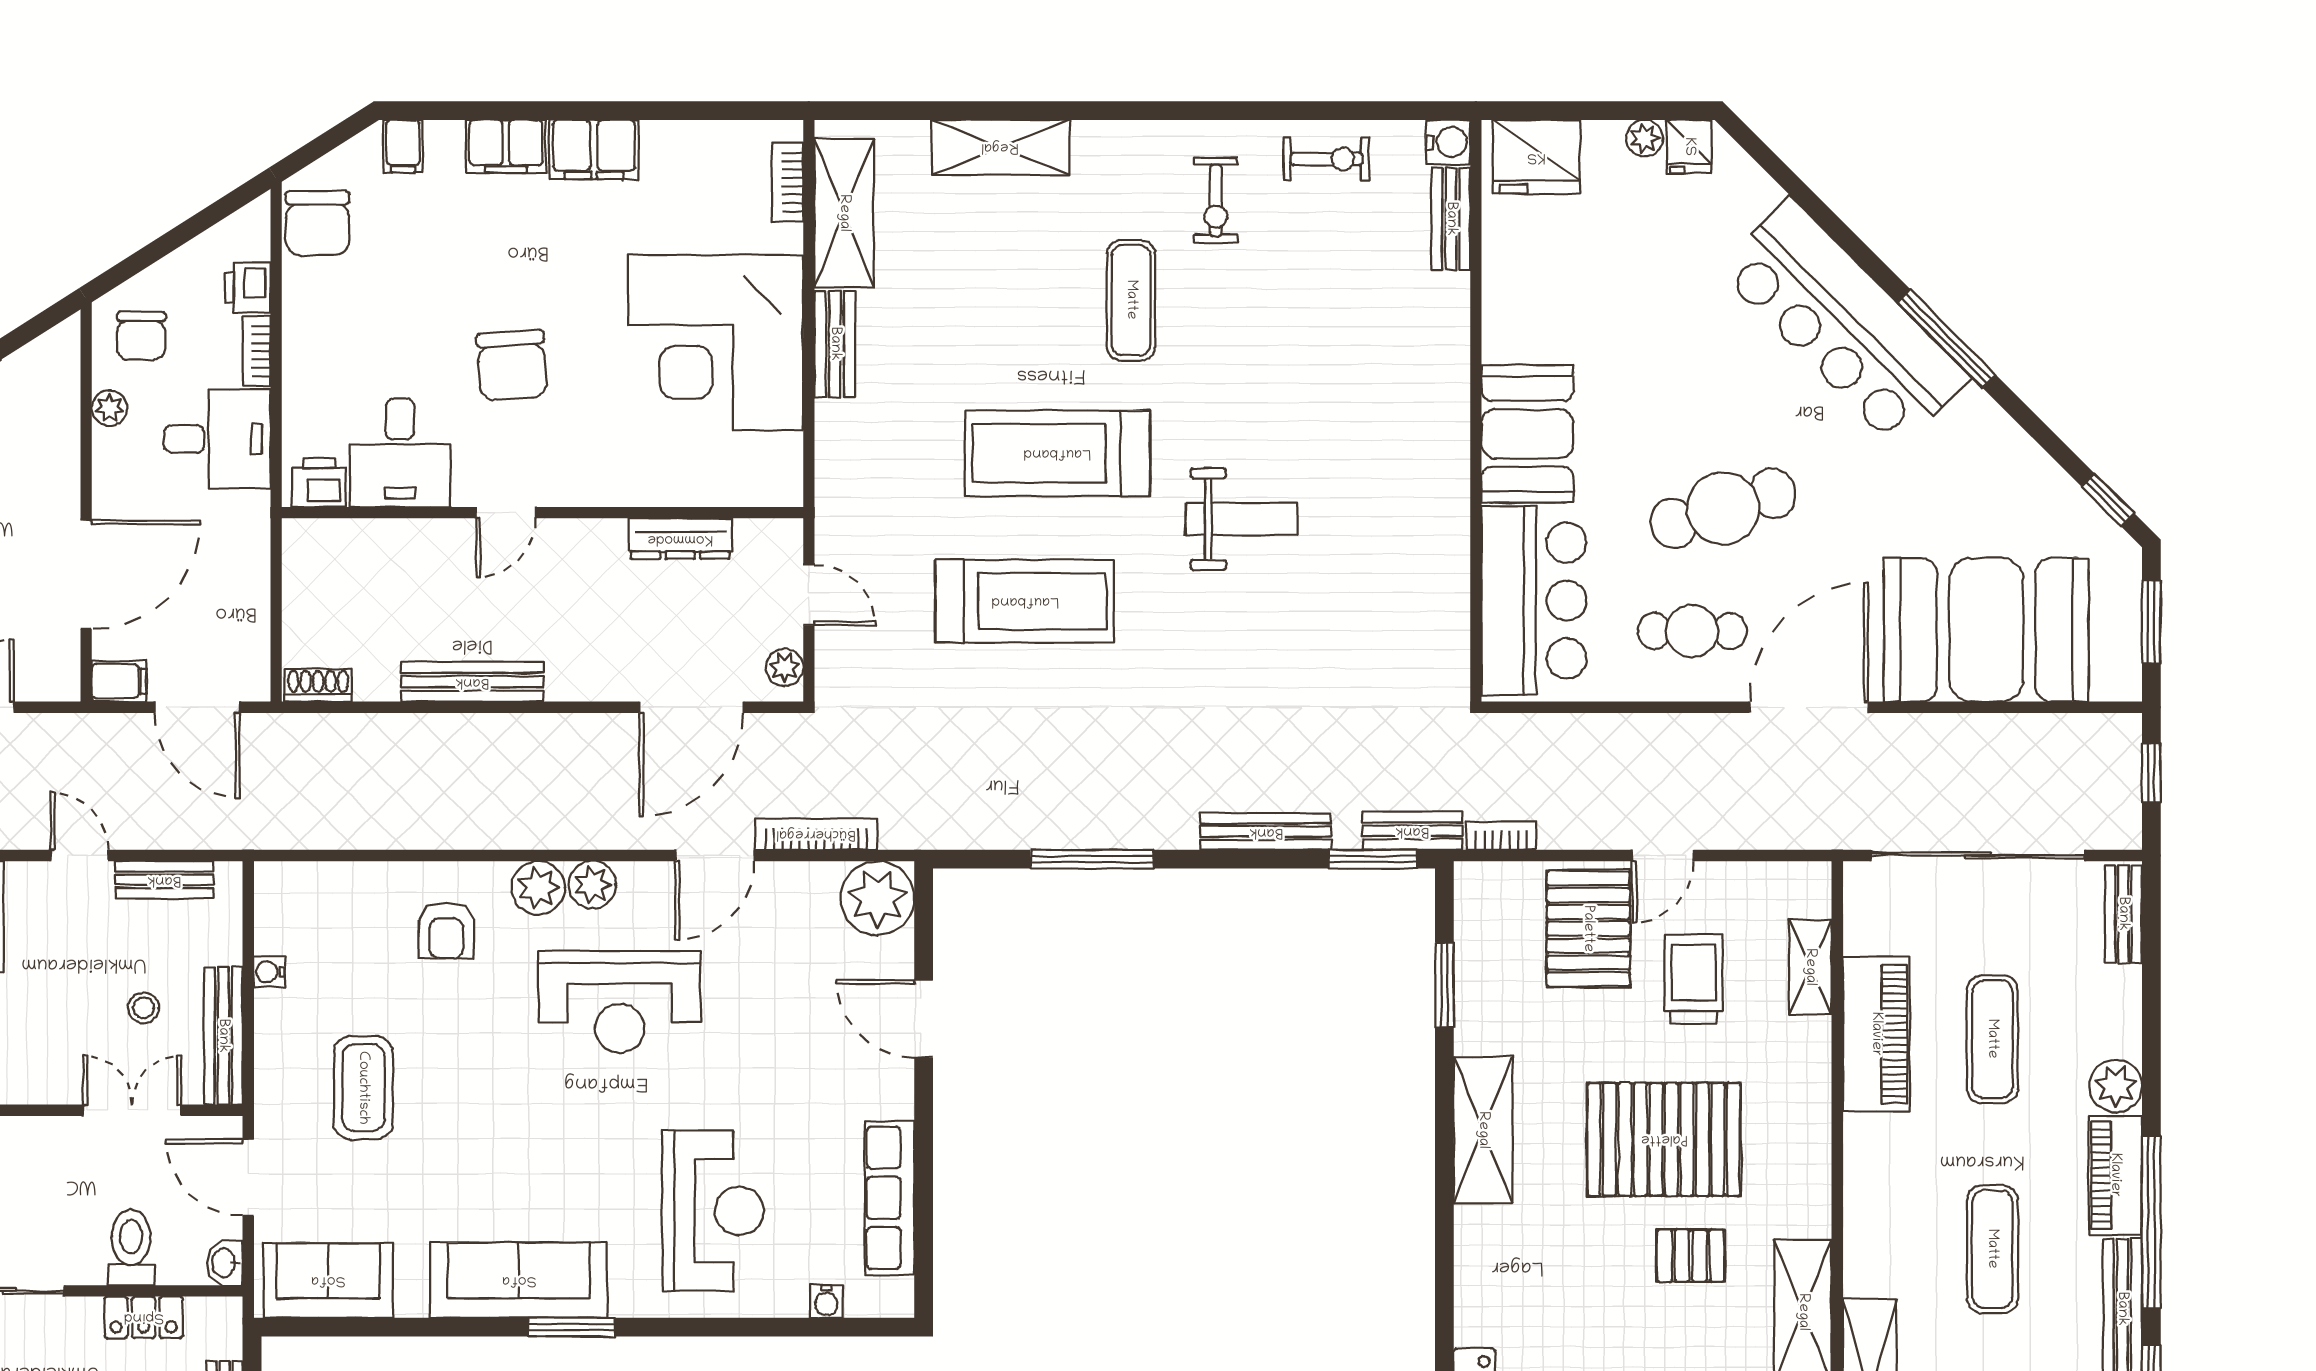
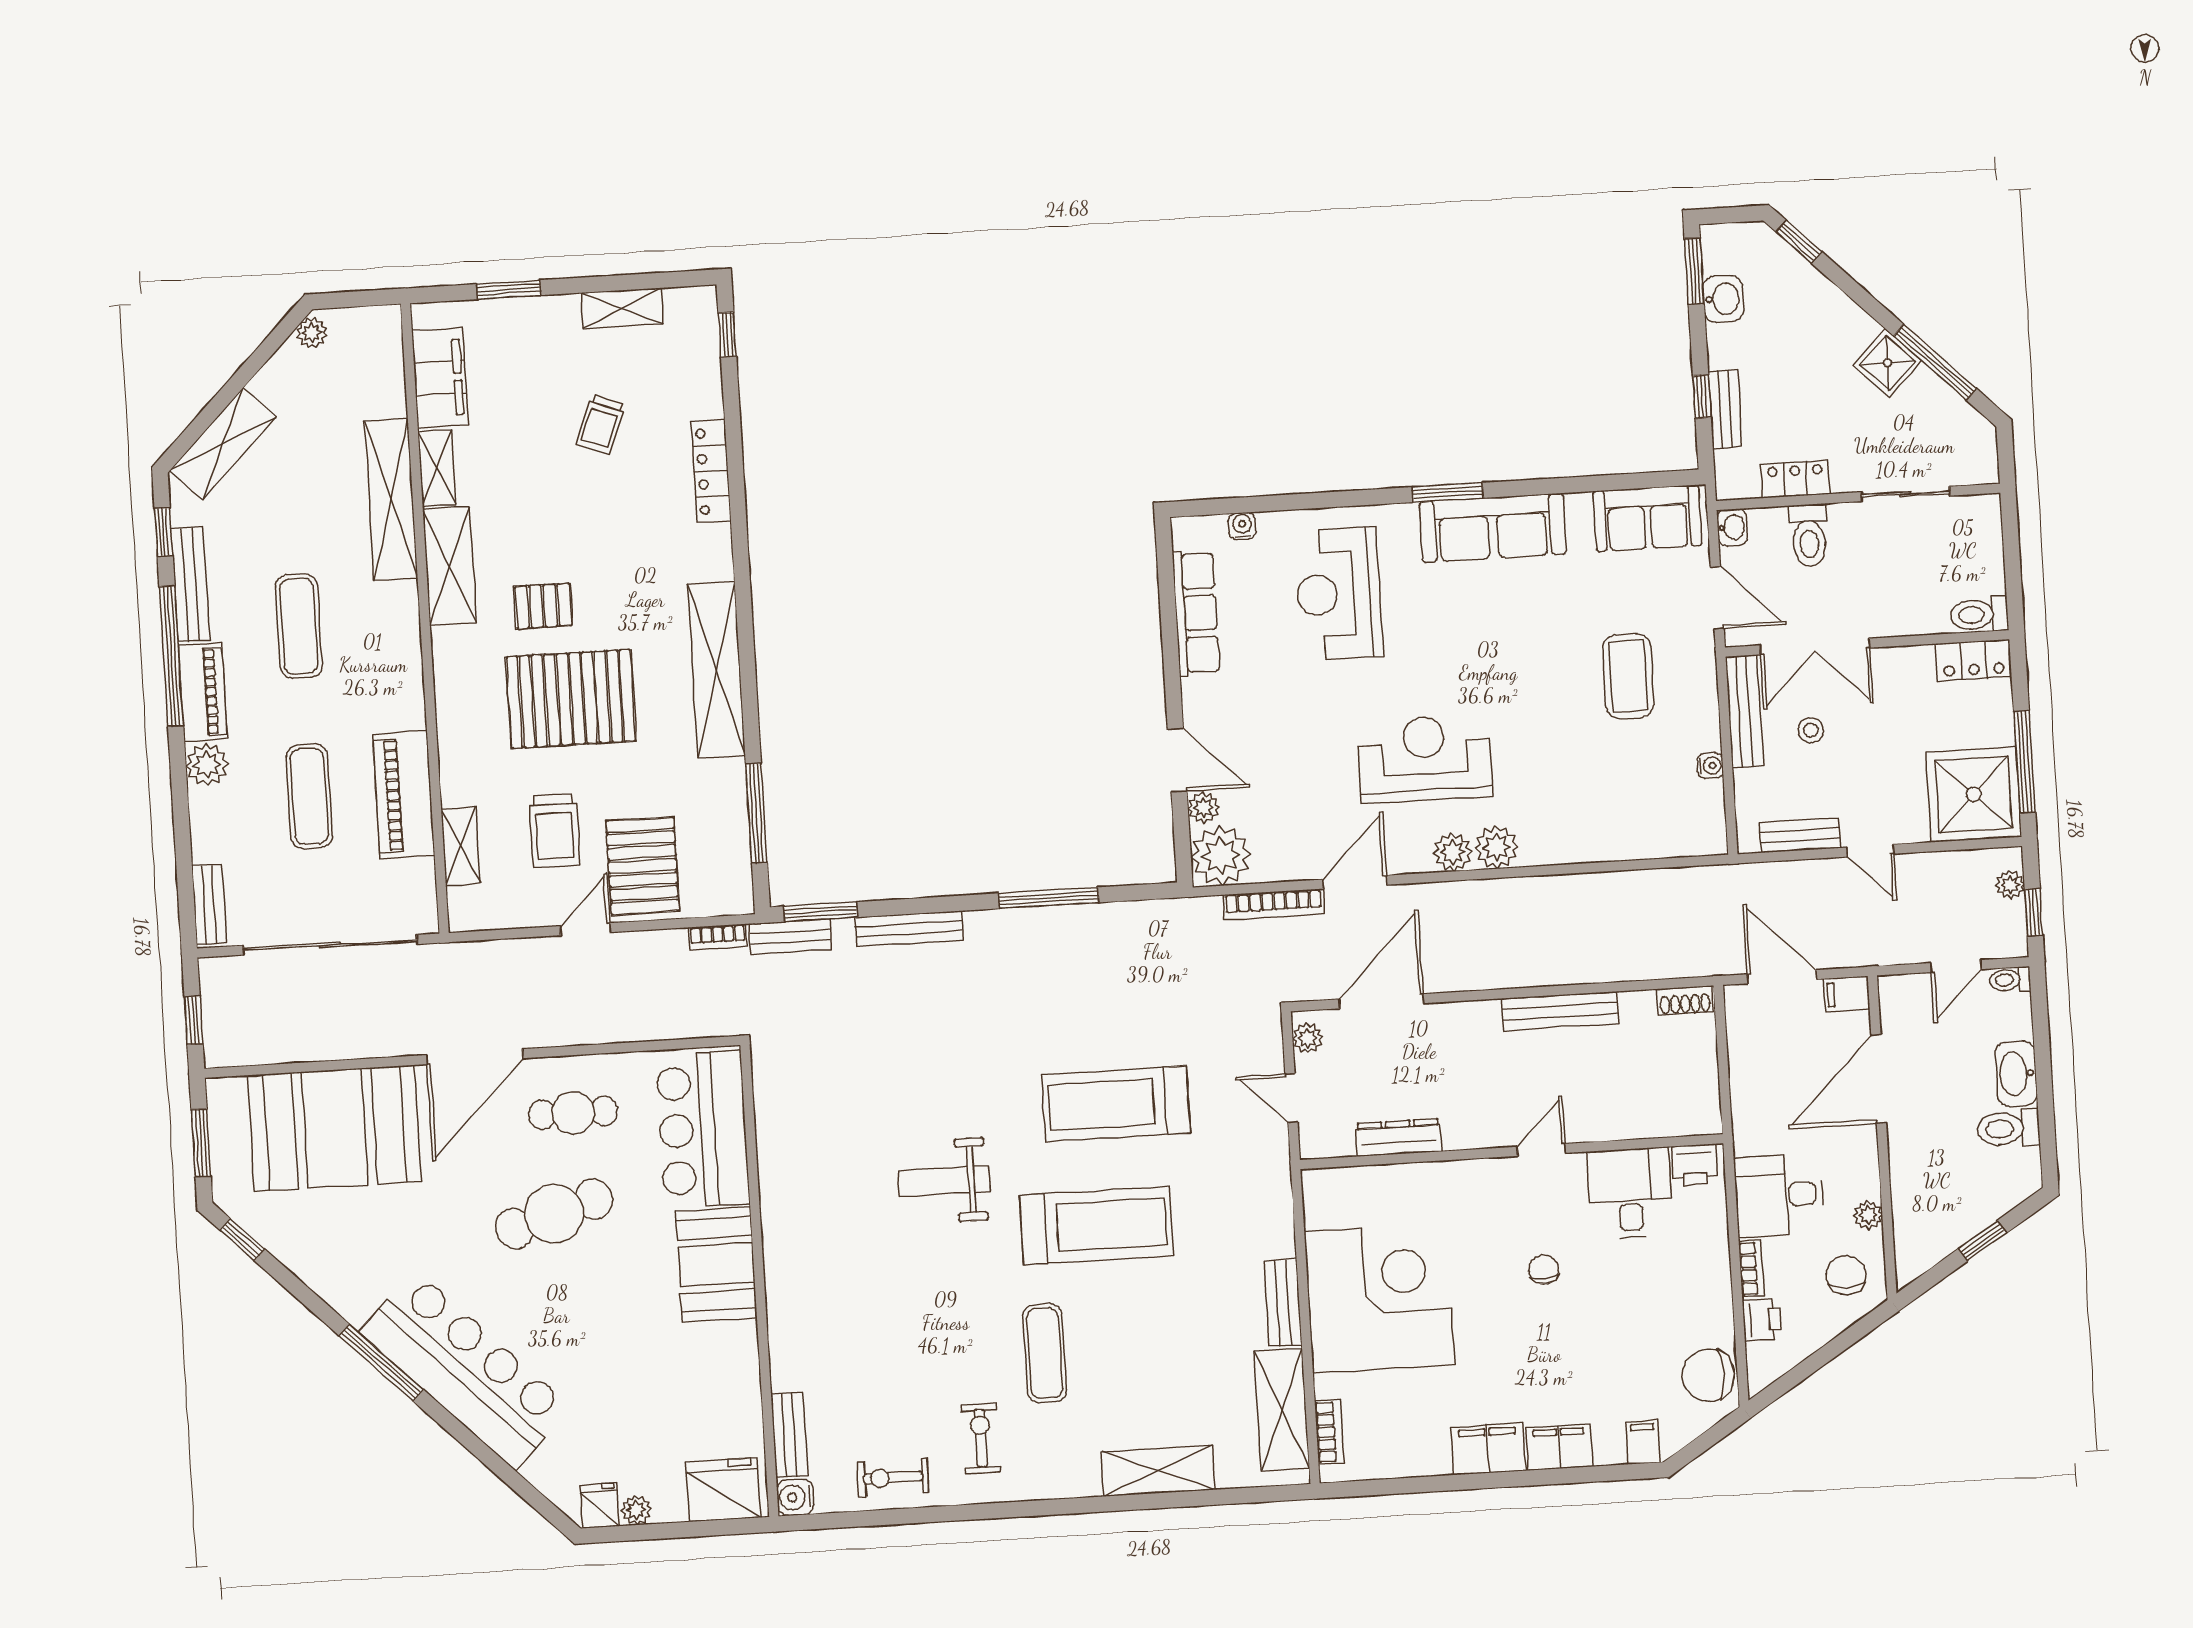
chair: (318, 223) -> (1708, 1375), turned -90
chair: (512, 366) -> (1544, 1270), width x0.54, depth x0.54
armchair: (446, 931) -> (1569, 808), removed
plant: (895, 958) -> (1203, 808), added
window: (1444, 985) -> (756, 813), width x1.44
double door: (132, 1110) -> (1815, 647), width x1.37
shelving: (1483, 1130) -> (716, 670), width x1.47

